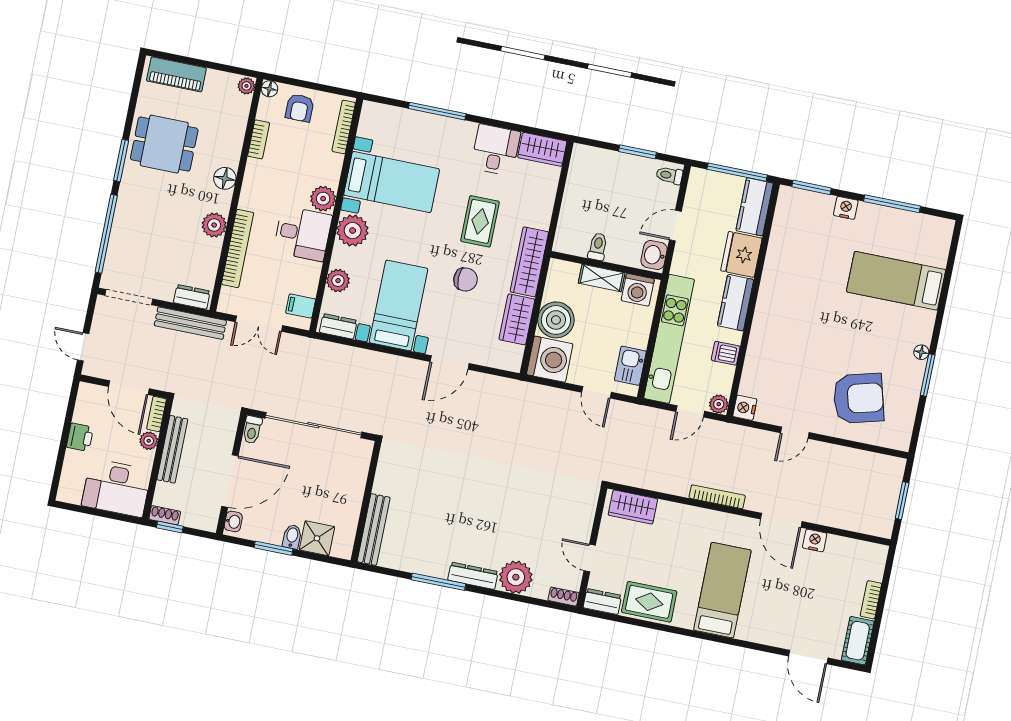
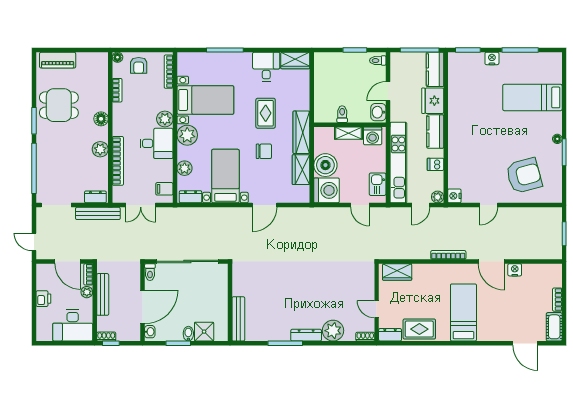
plant: (246, 86) -> (103, 58), removed

